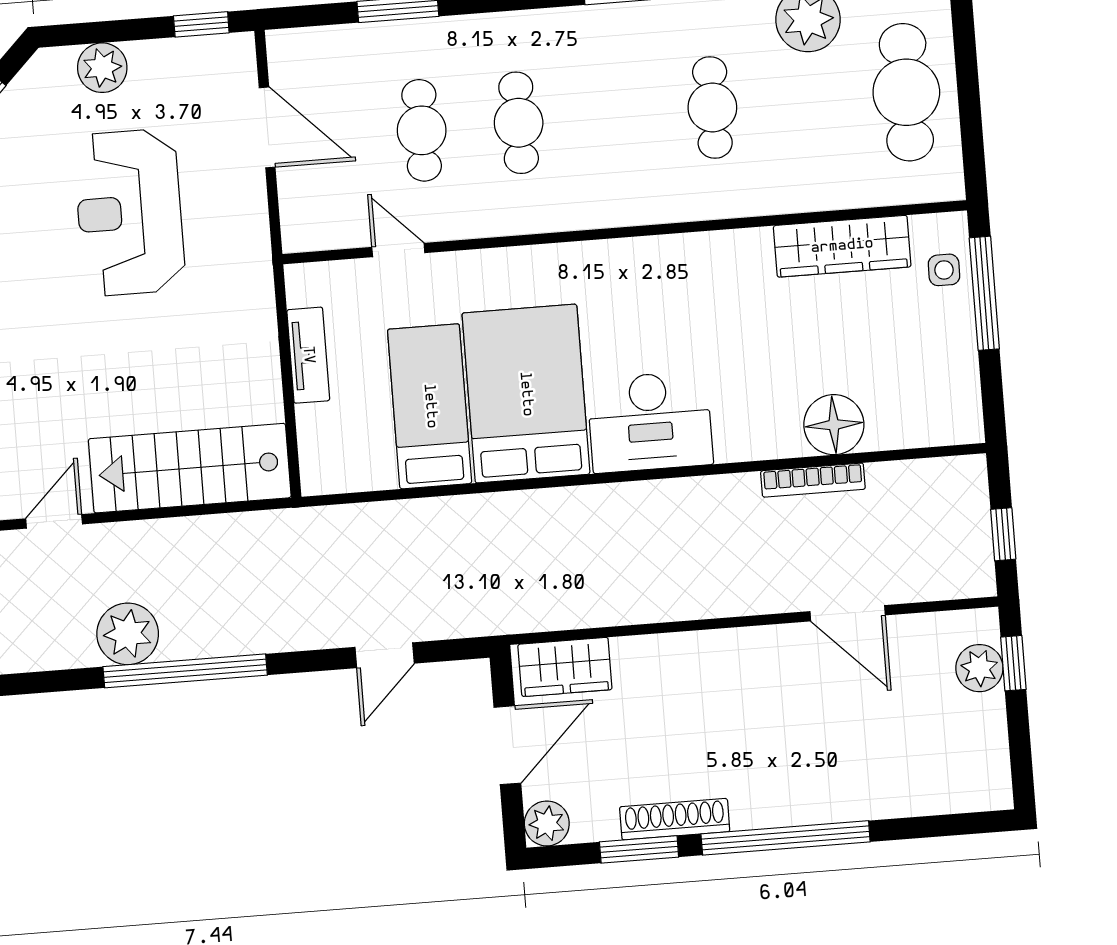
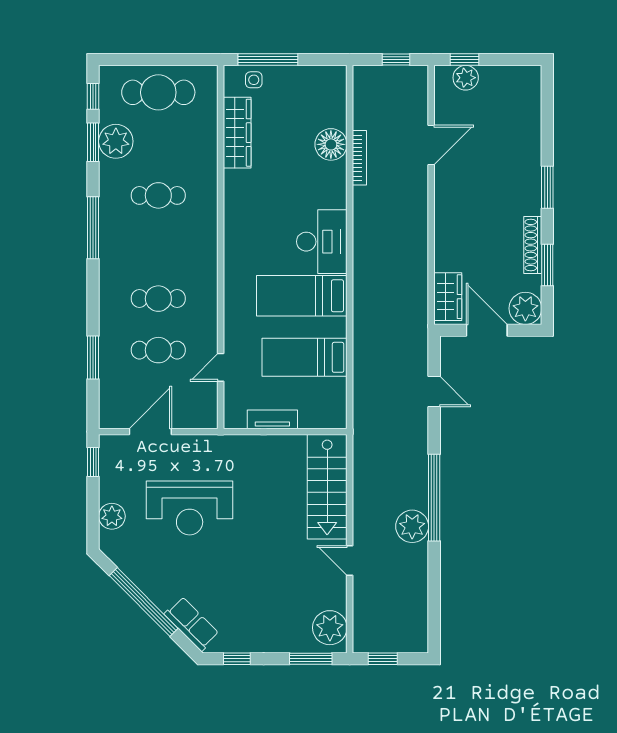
bed: (526, 394) -> (302, 296), width x0.67
plant: (547, 823) -> (525, 308), width x1.36, depth x1.36
window: (786, 838) -> (547, 187), width x0.47

